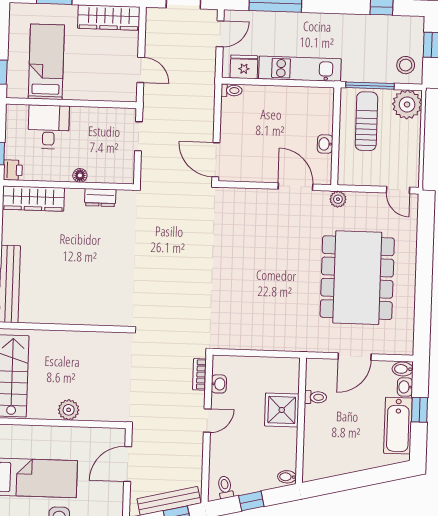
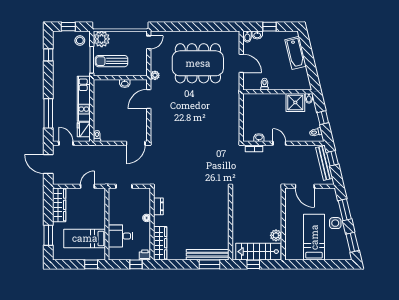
plant: (69, 410) -> (276, 235), moved
shower: (282, 410) -> (295, 102), moved
bathtub: (398, 426) -> (296, 53), moved, turned 77

